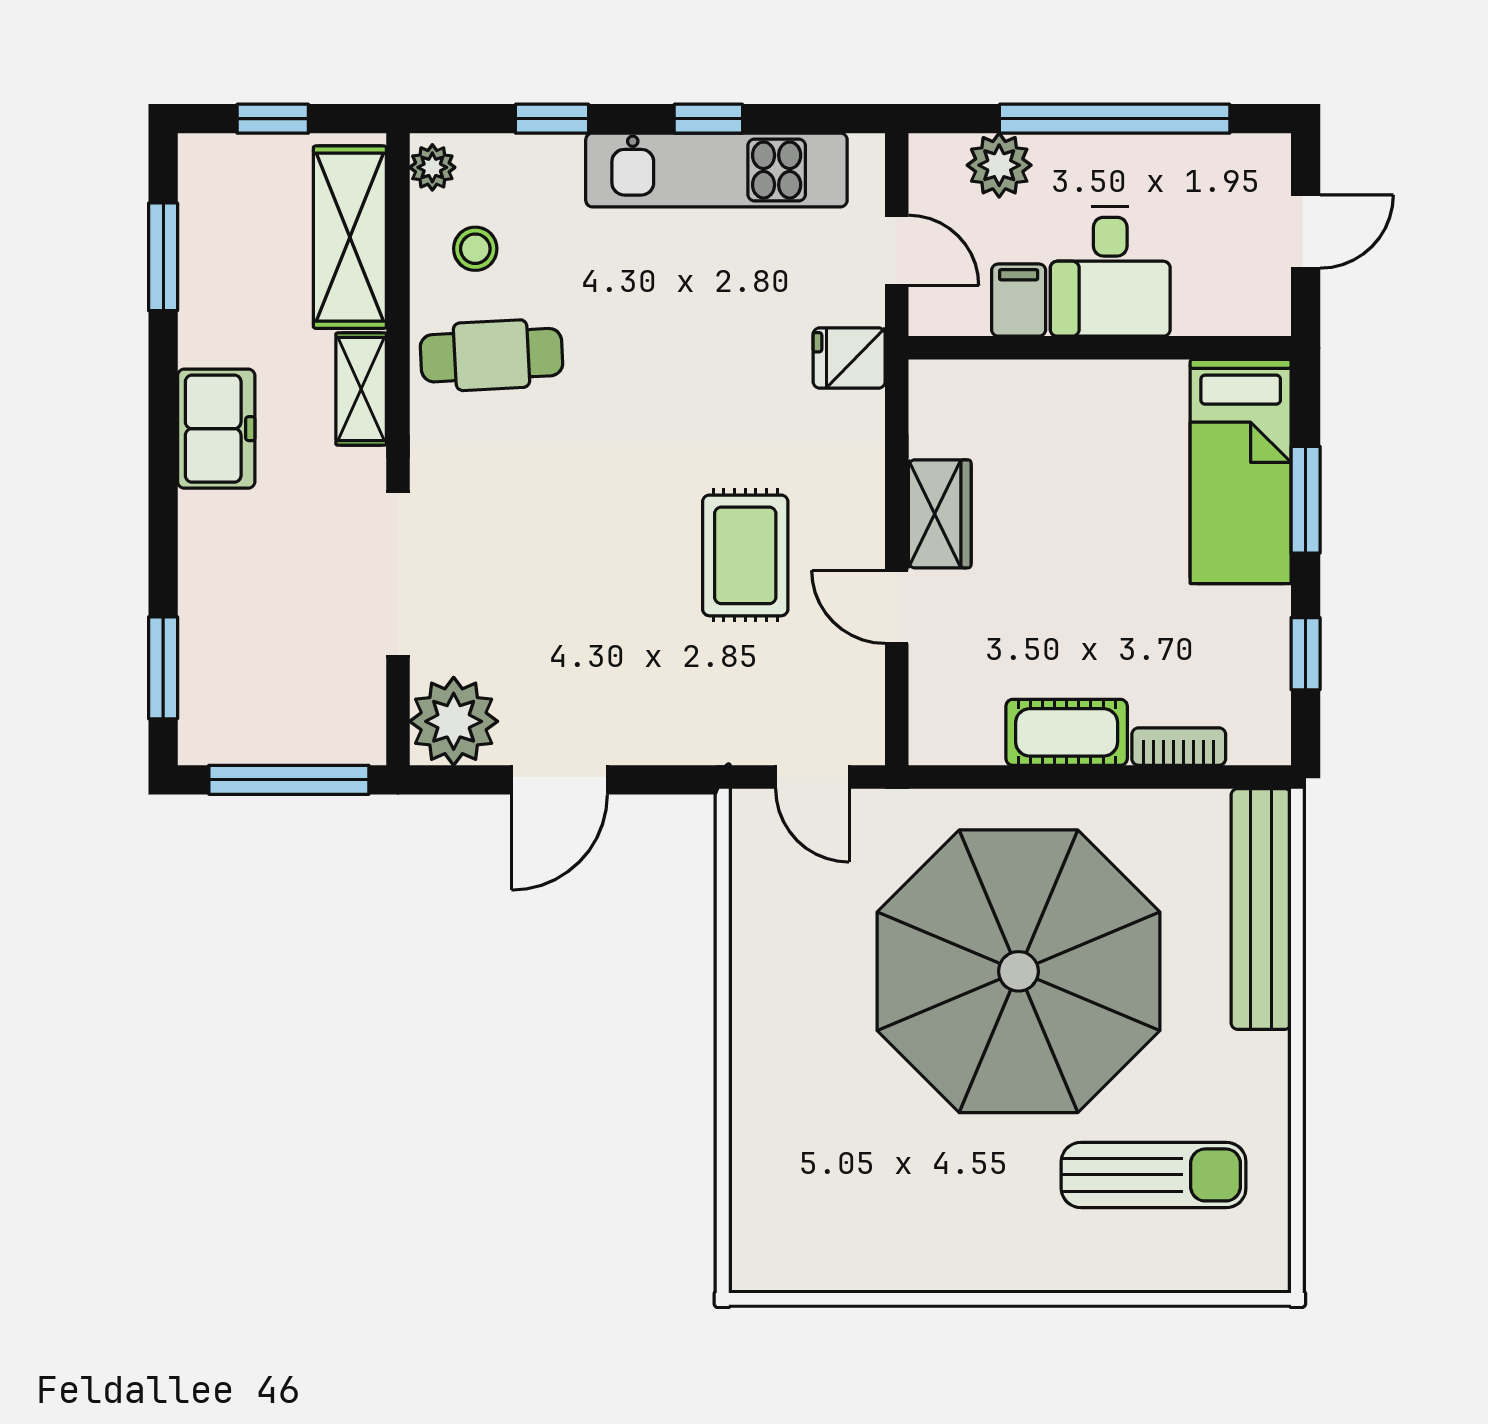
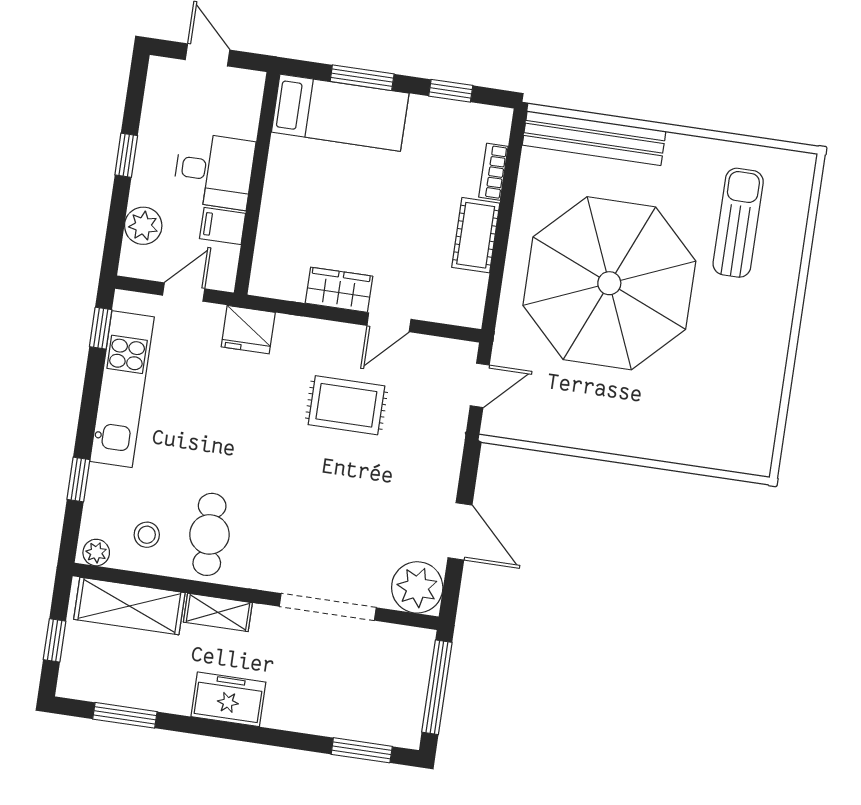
window: (708, 119) -> (101, 328), moved
window: (1115, 119) -> (126, 155), width x0.32
fridge: (849, 358) -> (248, 330), width x1.38

